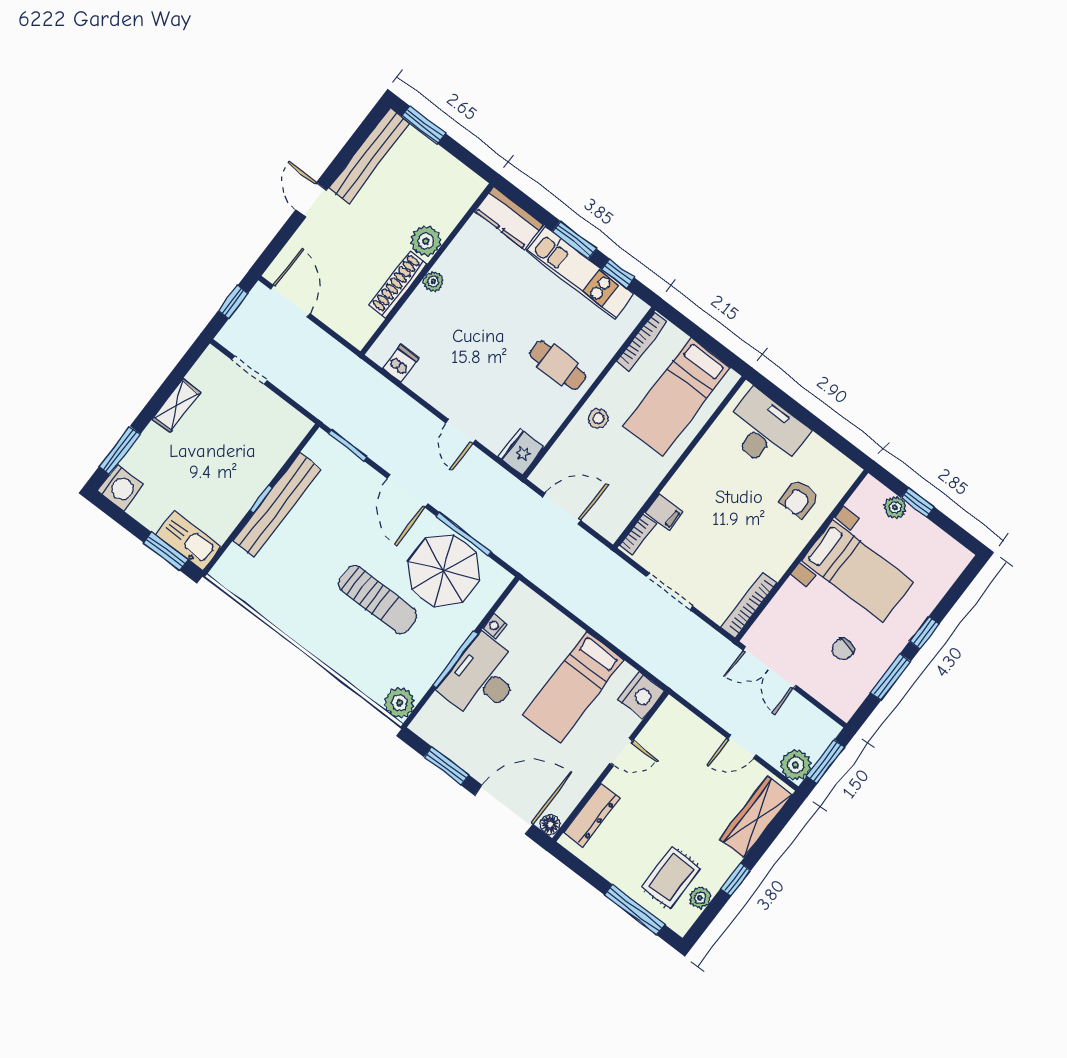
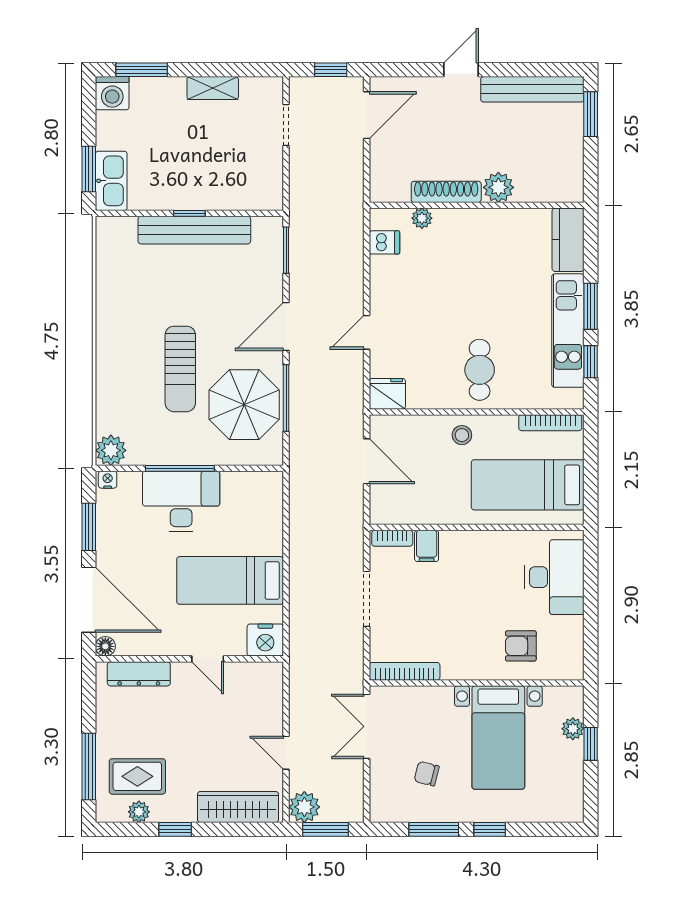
plant: (433, 282) -> (422, 218), moved
nightstand: (495, 626) -> (108, 480), moved

